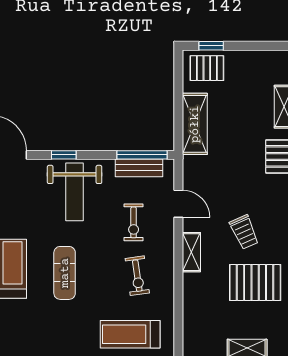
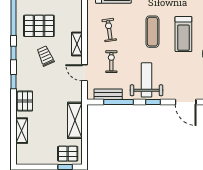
window: (142, 155) -> (118, 102), moved

